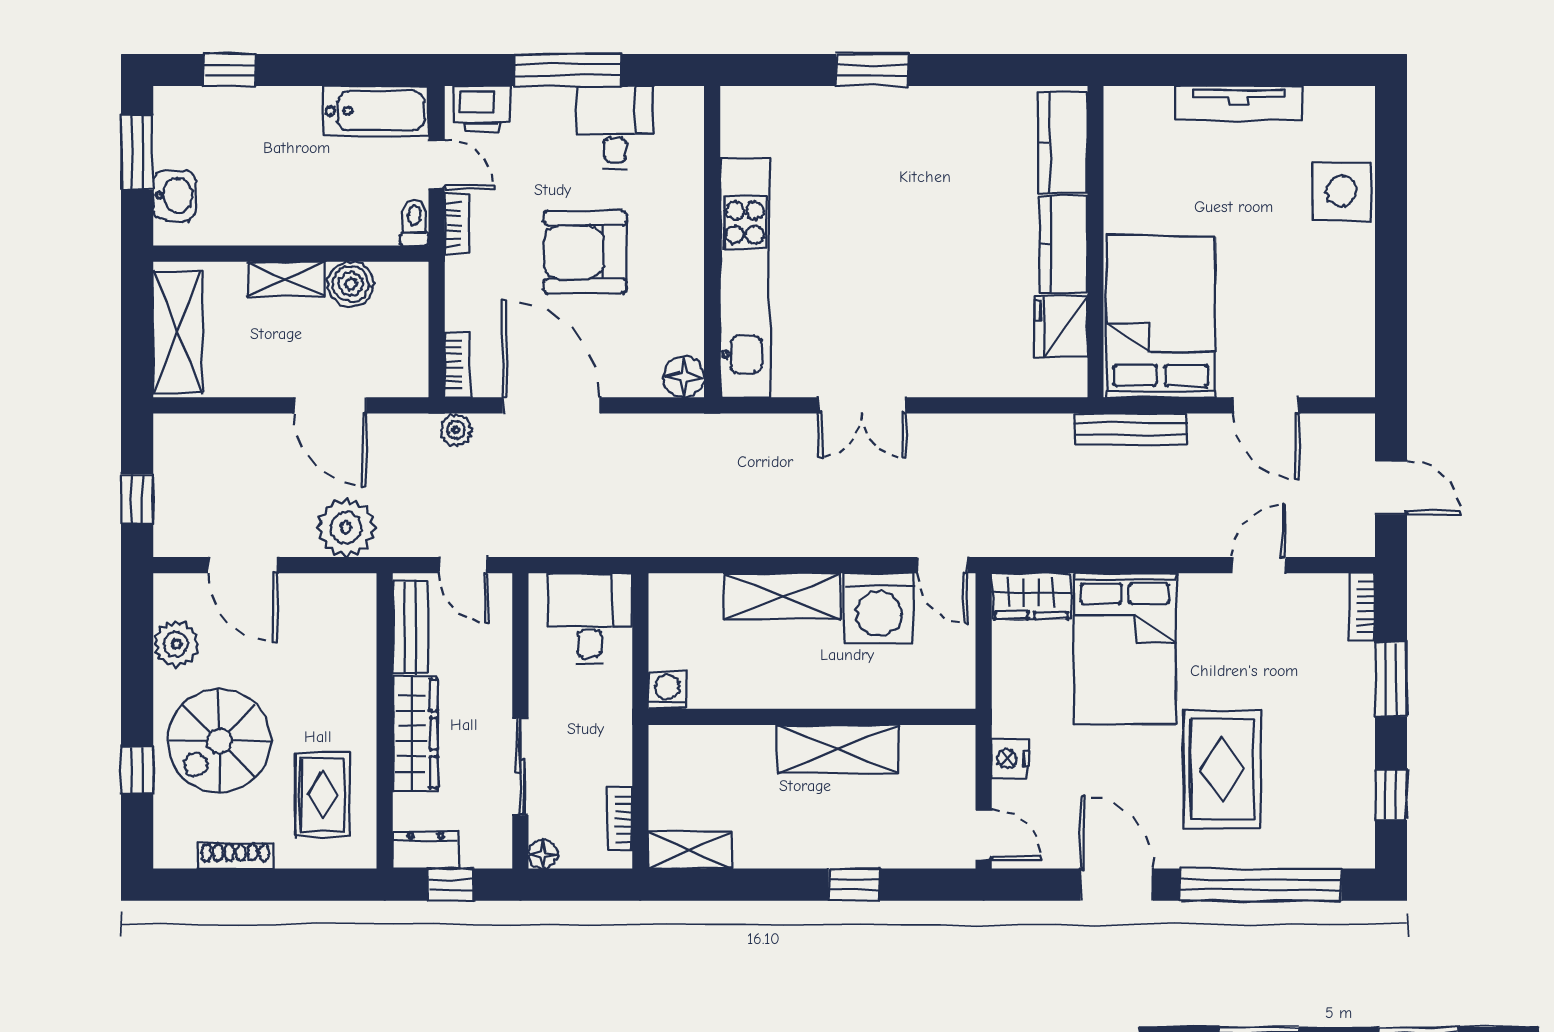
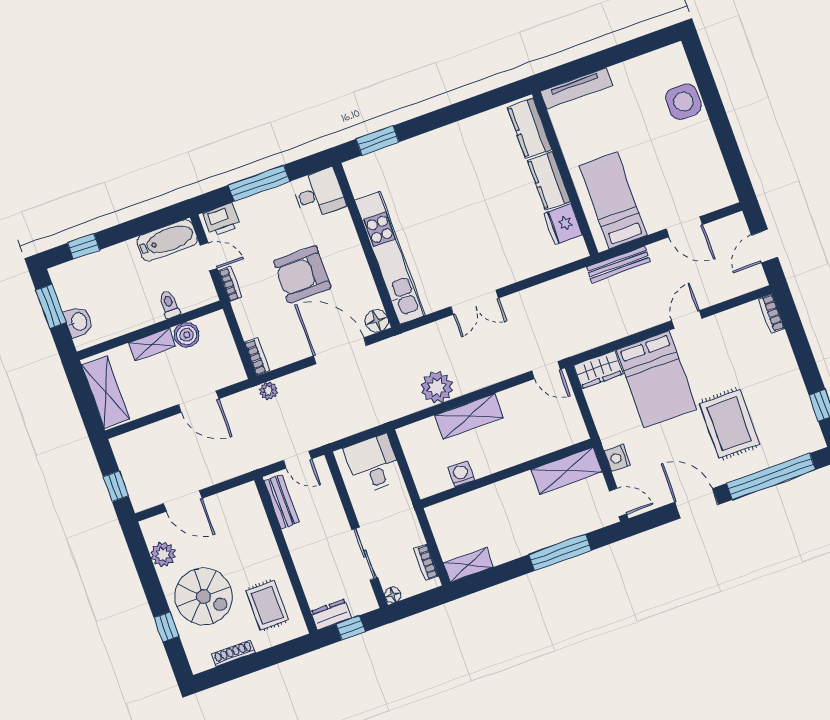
window: (872, 70) -> (378, 140), moved
tv unit: (1239, 103) -> (576, 88), moved
desk: (615, 127) -> (319, 194), moved, turned 90
toilet: (414, 222) -> (169, 305), moved
bed: (1161, 317) -> (613, 200), width x0.67
door: (551, 405) -> (340, 351), moved
door: (1391, 488) -> (765, 246), swing flipped
plant: (346, 528) -> (437, 387), moved
door: (1259, 565) -> (687, 320), moved
washing machine: (879, 608) -> (521, 404), removed
window: (1391, 679) -> (800, 346), removed
washing machine: (667, 690) -> (461, 474), moved
wardrobe: (415, 734) -> (304, 556), removed
spiral stairs: (219, 741) -> (204, 596), turned -90
shelving: (838, 749) -> (566, 471), moved
window: (854, 885) -> (560, 552), width x2.17

